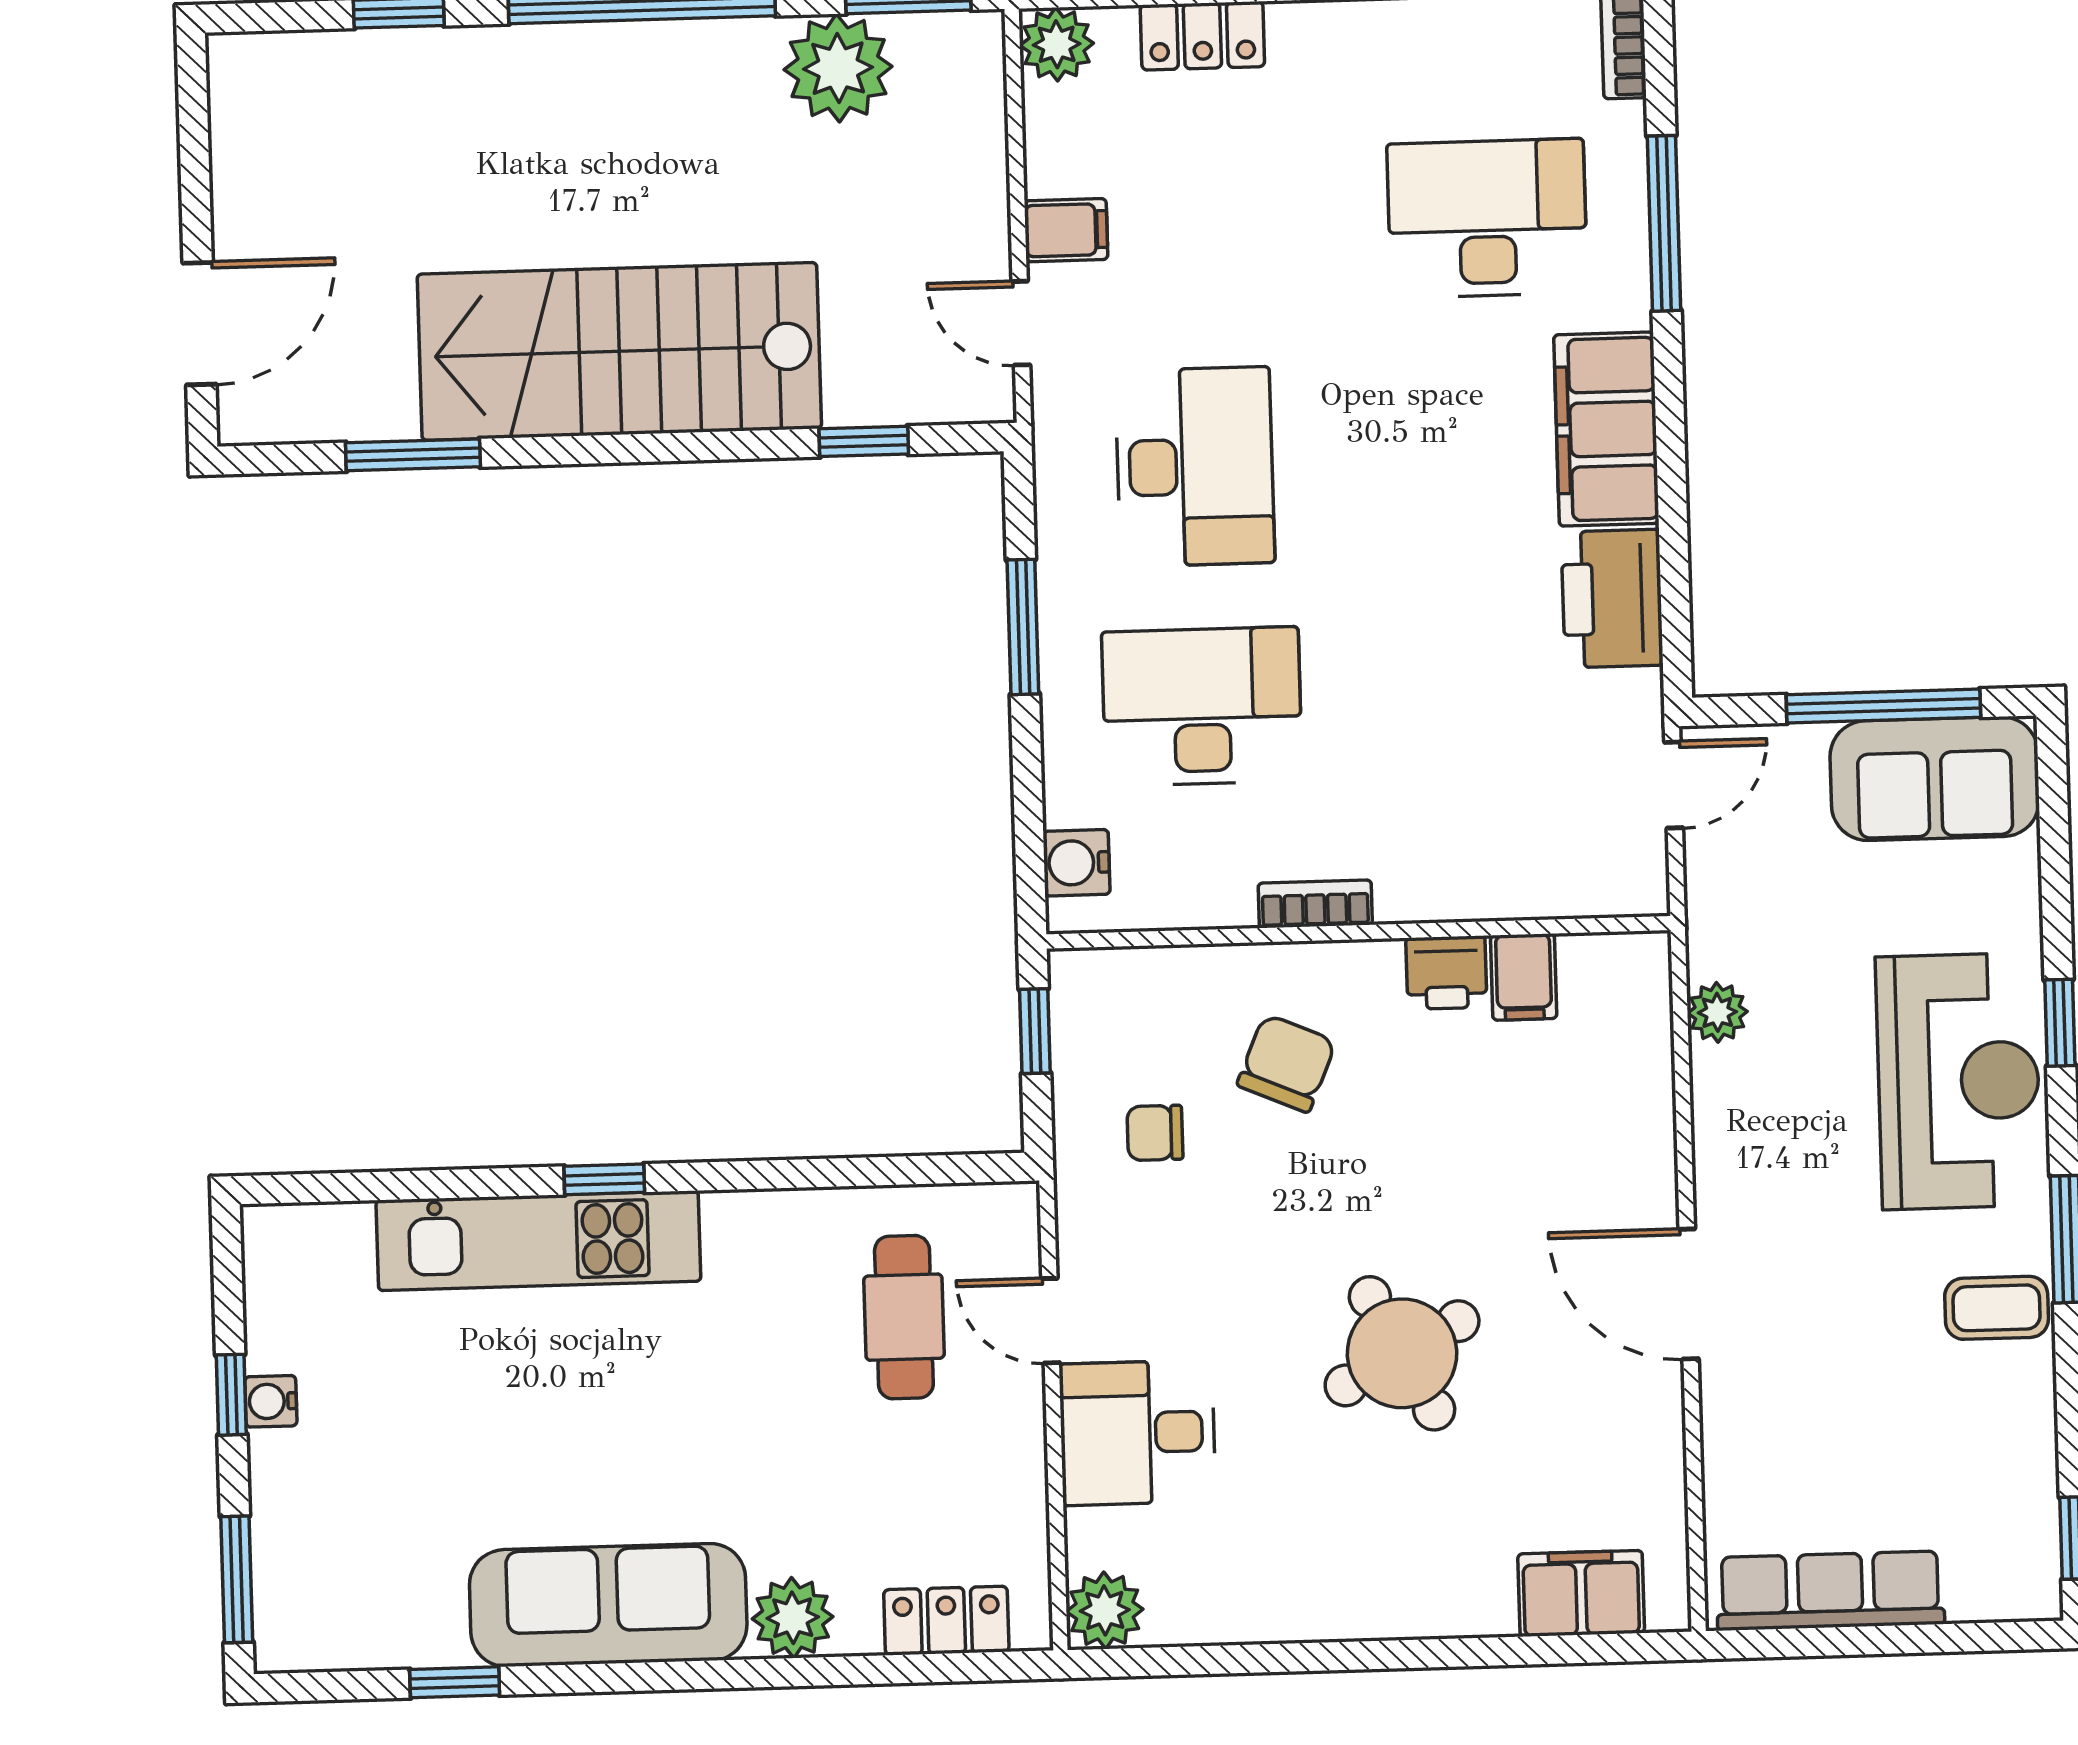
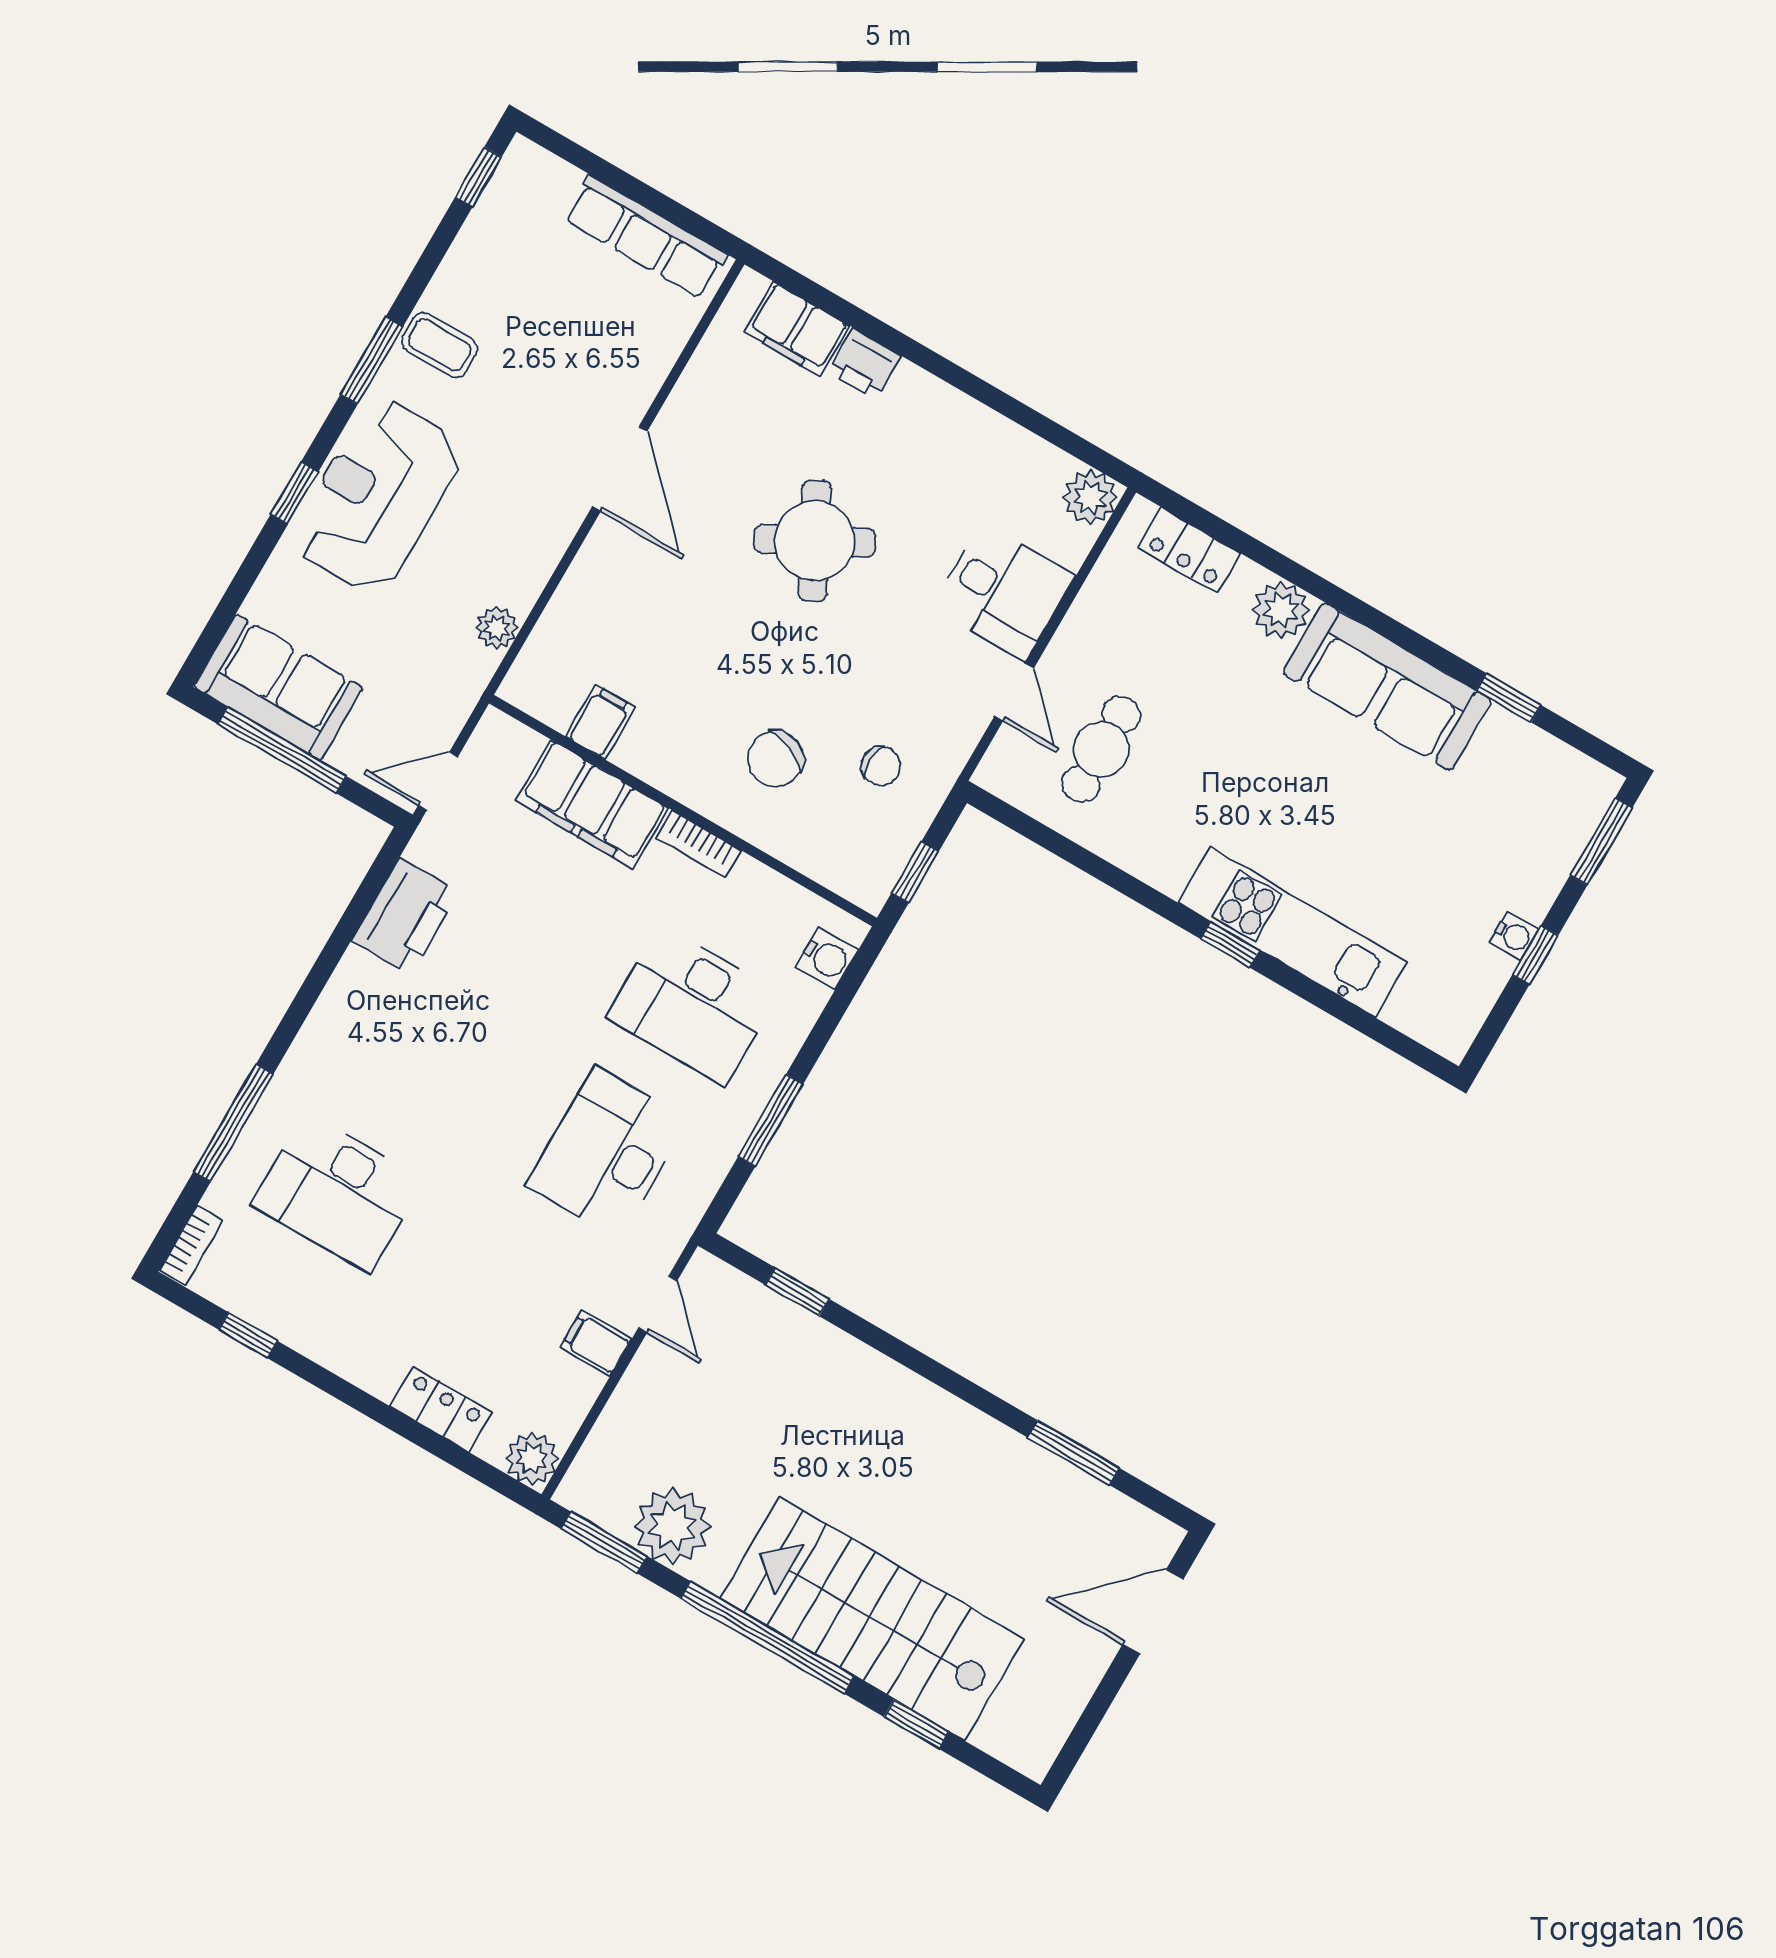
stairs: (619, 351) -> (872, 1619), moved, turned 180
filing cabinet: (1606, 429) -> (592, 804), moved, turned 90
printer: (1446, 973) -> (864, 364), moved, turned 180

